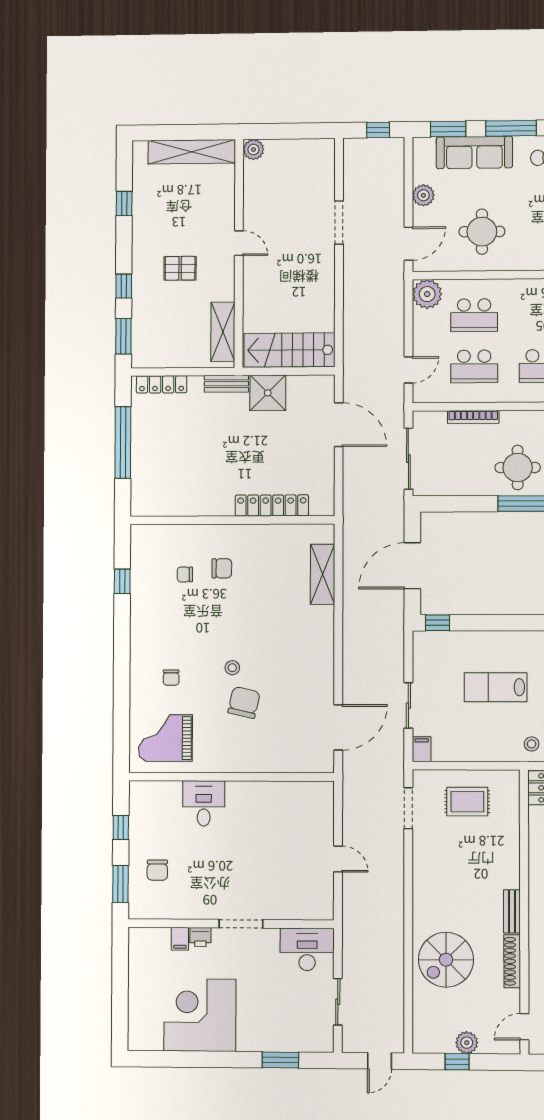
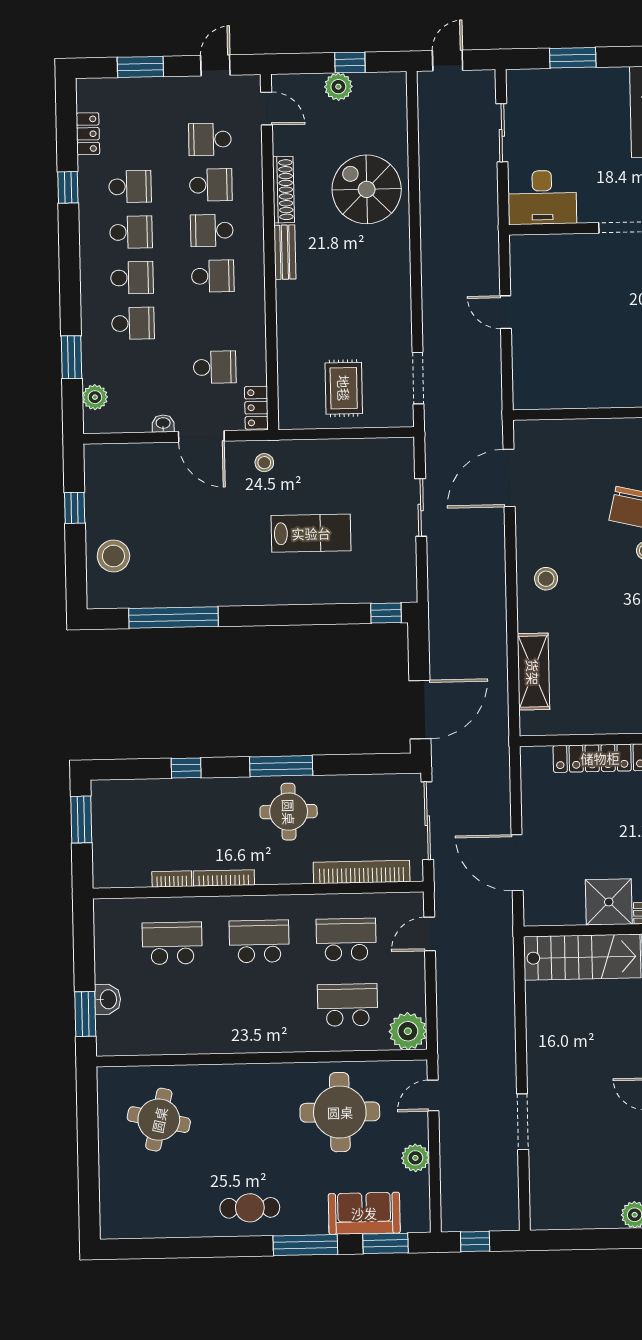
sofa: (474, 152) -> (364, 1213), width x0.73
round table: (482, 232) -> (340, 1112), width x1.36, depth x1.36
door: (408, 244) -> (433, 1096), width x0.73
bookcase: (473, 417) -> (362, 872), width x1.48, depth x1.31
door: (412, 566) -> (420, 710), moved
stool: (311, 647) -> (546, 579), added
filing cabinet: (422, 749) -> (403, 453), removed
rug: (467, 802) -> (344, 388), turned 90
spiral stairs: (446, 960) -> (367, 189), turned -90
door: (524, 1027) -> (266, 109), hinge flipped

